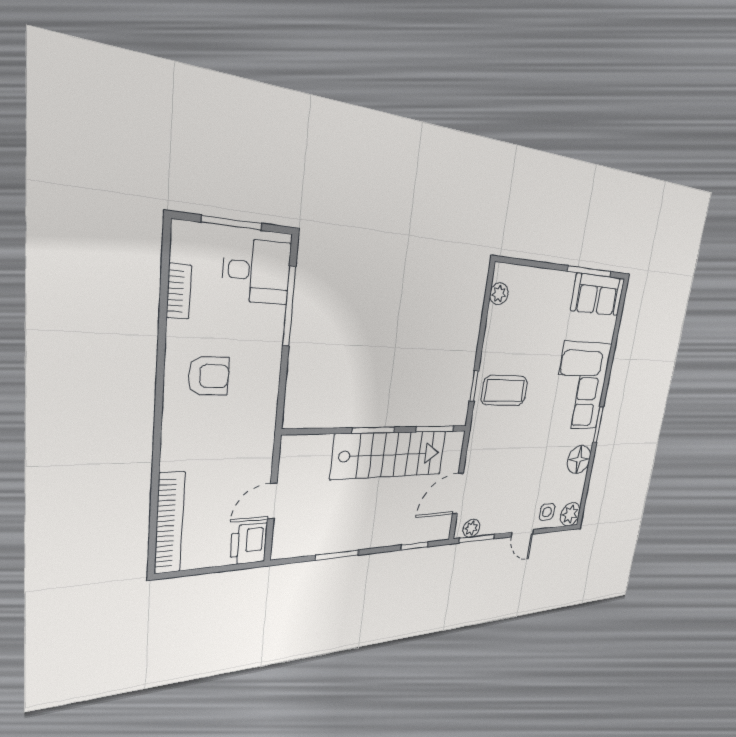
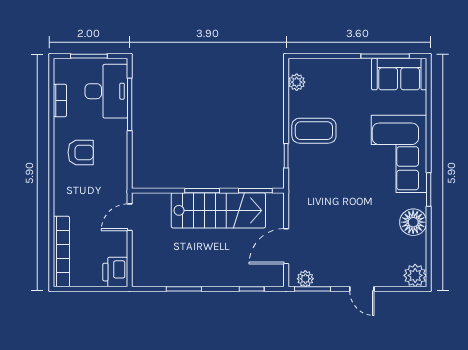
desk: (257, 271) -> (106, 91), width x1.37
coffee table: (504, 391) -> (314, 131), moved
door: (272, 501) -> (130, 217), moved
side table: (547, 512) -> (386, 271), removed

